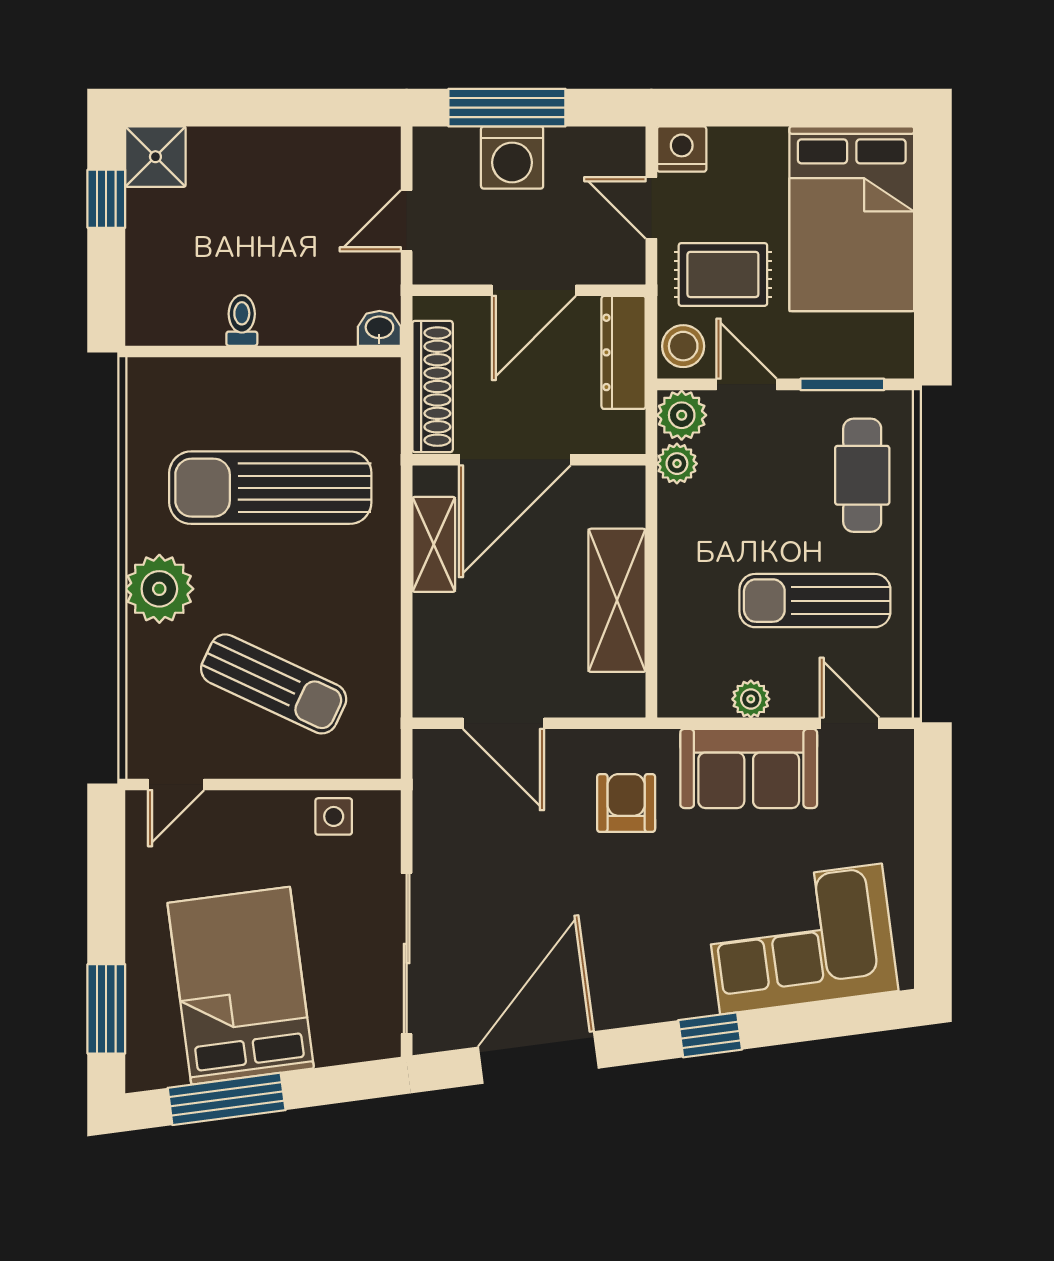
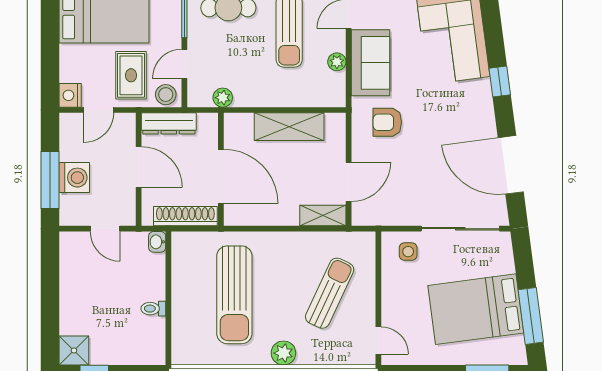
plant: (682, 415) -> (199, 95), removed
shelving: (434, 544) -> (323, 216), moved
plant: (159, 589) -> (283, 353), width x0.73, depth x0.73
side table: (334, 816) -> (408, 252), moved

